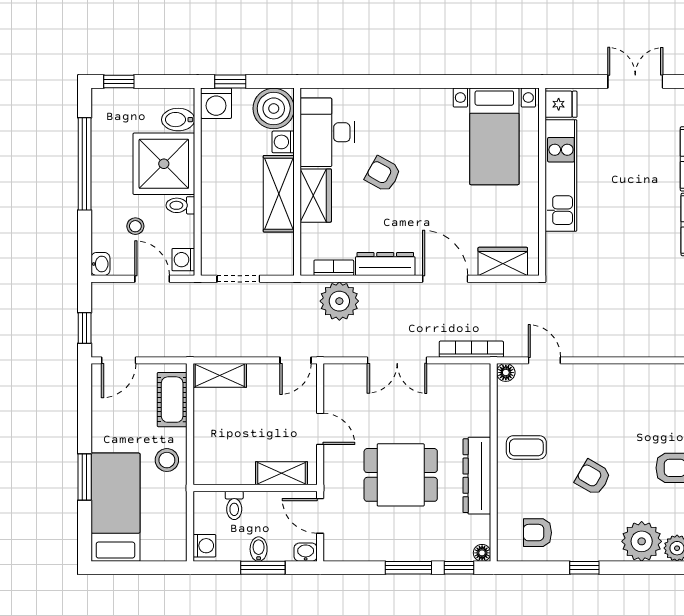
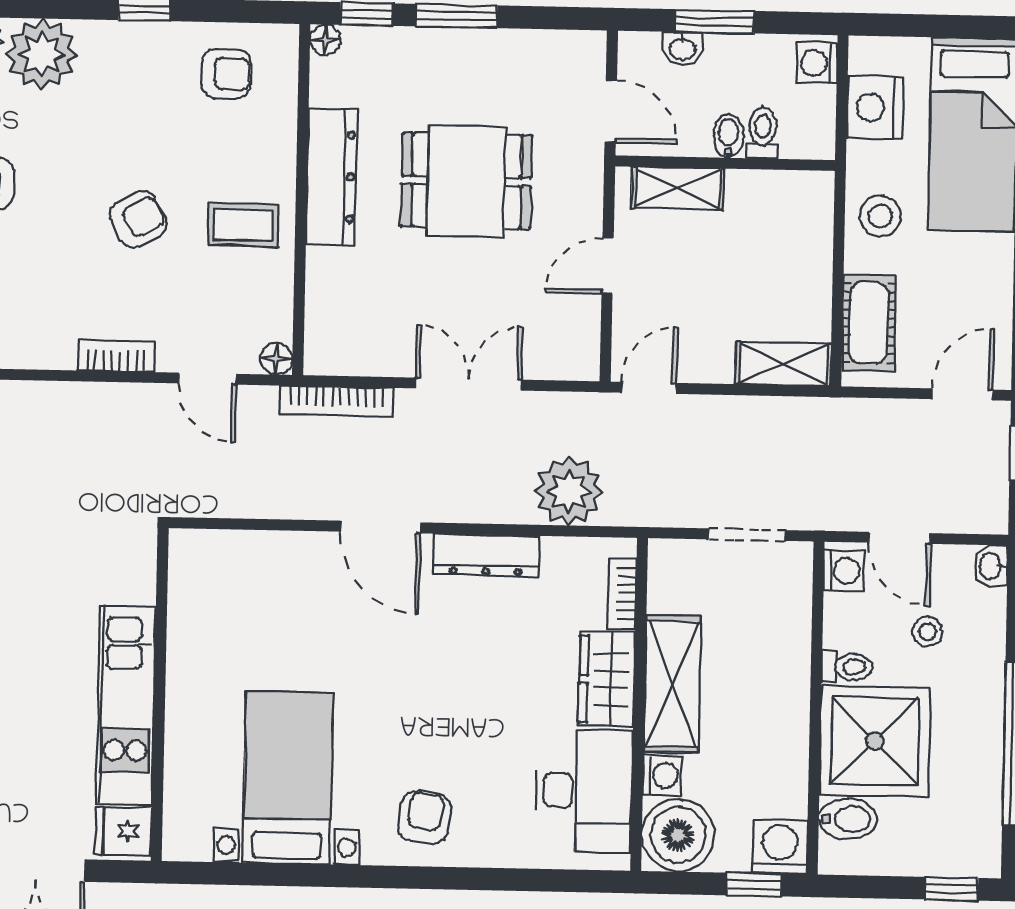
fridge: (561, 104) -> (123, 831), moved
armchair: (383, 174) -> (425, 817), moved, turned -111
kitchen unit: (561, 175) -> (126, 705), moved
wall: (542, 182) -> (160, 694), moved
wardrobe: (503, 261) -> (278, 556), removed
bookcase: (334, 268) -> (622, 594), moved, turned 90
bookcase: (596, 372) -> (116, 356), added
door: (320, 429) -> (608, 266), hinge flipped
armchair: (593, 477) -> (138, 220), moved, turned -59
nightstand: (171, 521) -> (875, 108), added
bidet: (259, 549) -> (729, 136), moved, turned 180
washbasin: (306, 552) -> (682, 48), moved

